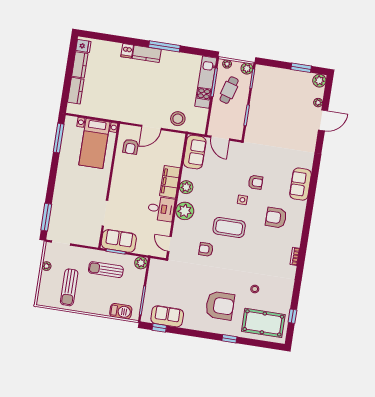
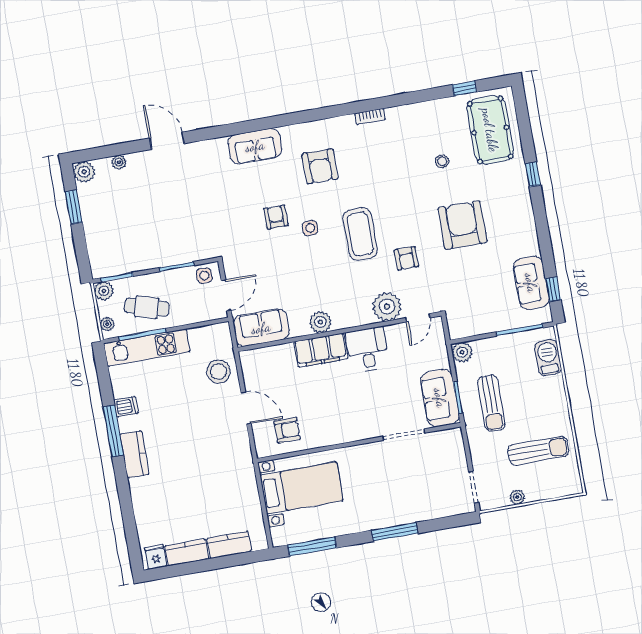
dishwasher: (127, 51) -> (126, 407), moved
door: (323, 120) -> (167, 141), moved
side table: (236, 129) -> (204, 275), added
plant: (185, 211) -> (387, 307), moved
window: (46, 217) -> (395, 532), moved
armchair: (220, 306) -> (463, 225), moved

